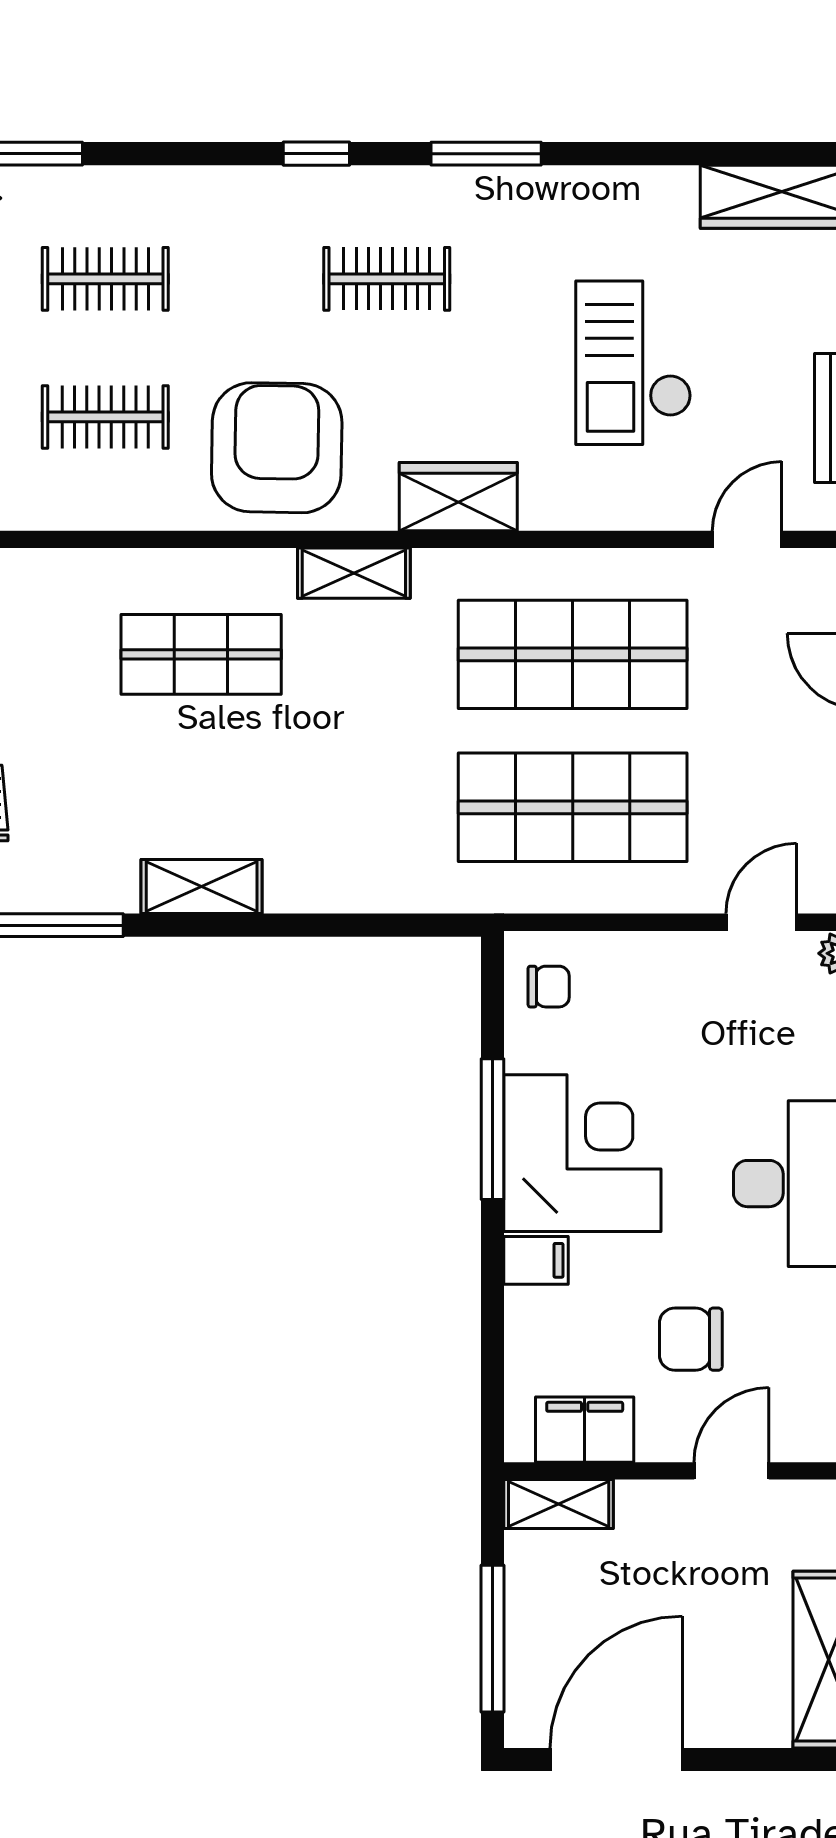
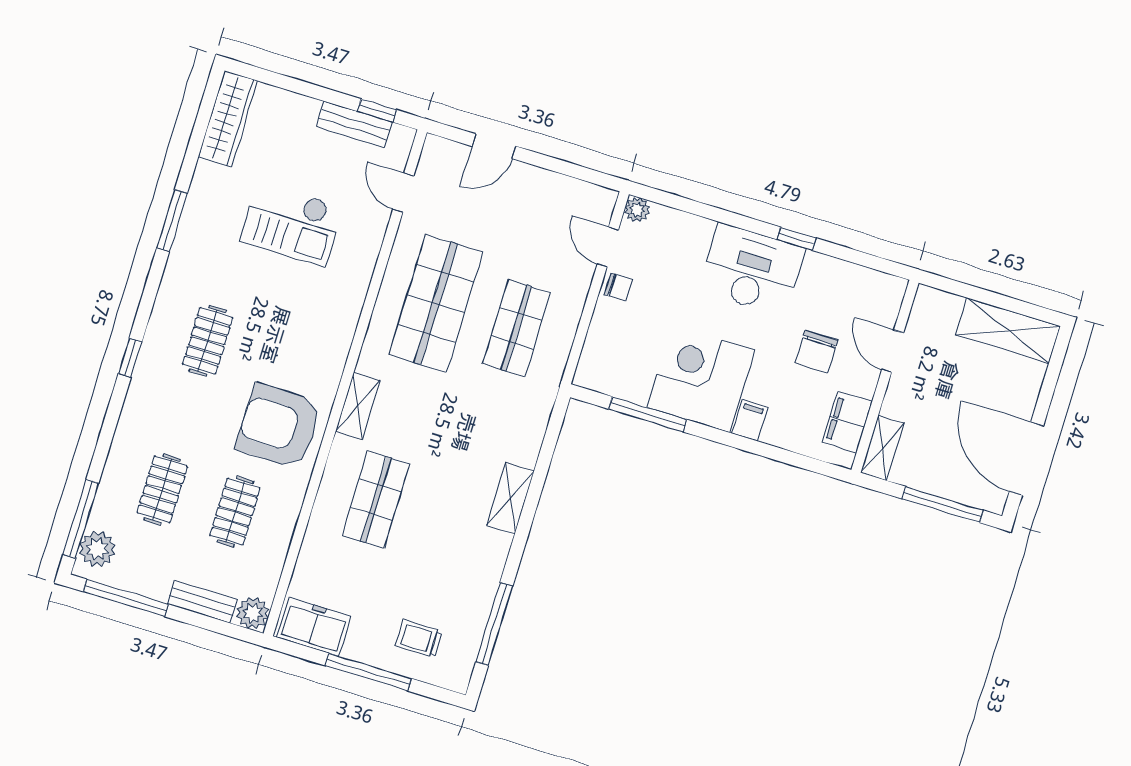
window: (486, 154) -> (172, 221), moved
wardrobe: (458, 497) -> (334, 338), removed
shop shelf: (573, 807) -> (517, 328), width x0.70, depth x0.74
shelving: (202, 887) -> (510, 498), moved
chair: (549, 987) -> (618, 287), moved, turned 90
window: (493, 1129) -> (648, 414), moved

